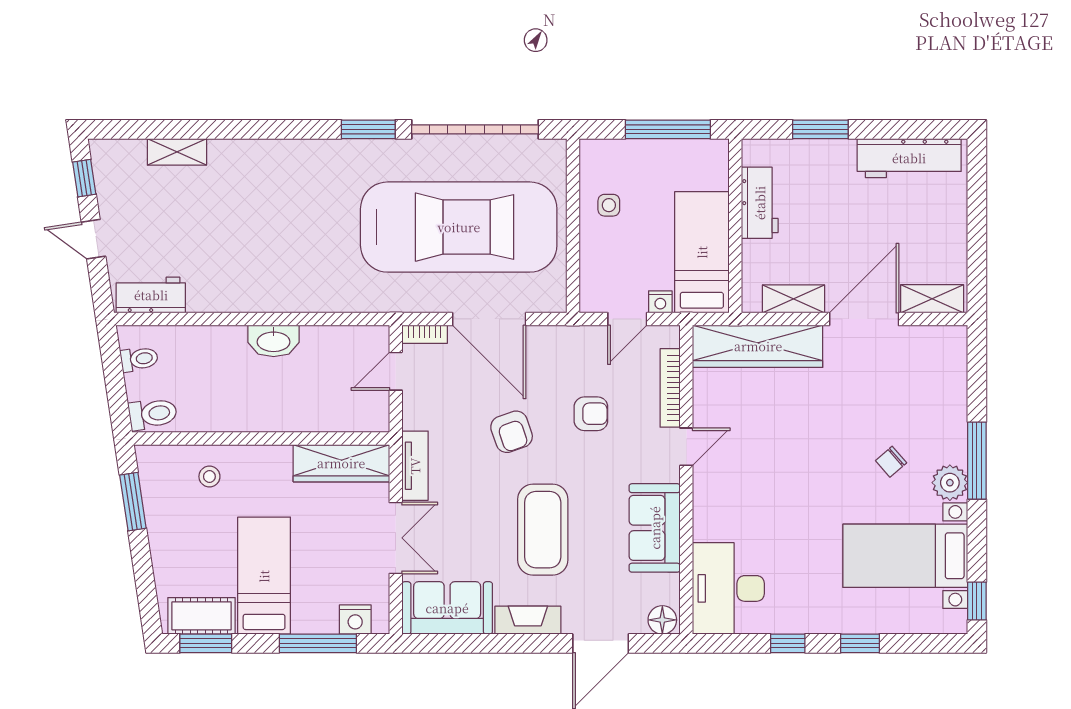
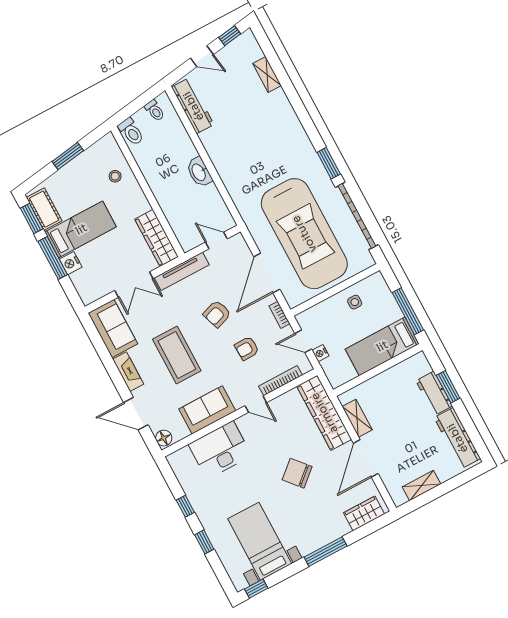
workbench: (760, 203) -> (434, 393), moved, turned 90
door: (93, 239) -> (202, 56), swing flipped
bed: (702, 252) -> (382, 346), moved, turned 180
workbench: (151, 295) -> (193, 106), width x1.37
shelving: (932, 299) -> (422, 485), moved, turned 90
door: (864, 319) -> (366, 458), swing flipped
bookcase: (425, 334) -> (279, 315), moved
wardrobe: (949, 368) -> (364, 513), added
armchair: (591, 414) -> (247, 348), turned 88
chair: (891, 462) -> (297, 473), moved, width x1.87, depth x1.87
tv unit: (415, 466) -> (182, 271), width x1.41
plant: (950, 483) -> (308, 544), removed
window: (133, 502) -> (68, 156), moved
coffee table: (543, 530) -> (177, 355), turned 90
desk: (728, 588) -> (220, 450), moved
nightstand: (355, 620) -> (71, 263), moved
window: (318, 643) -> (53, 258), moved

